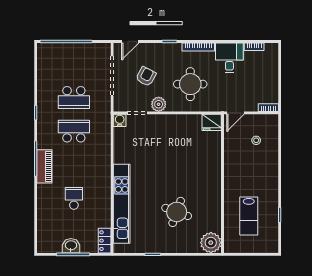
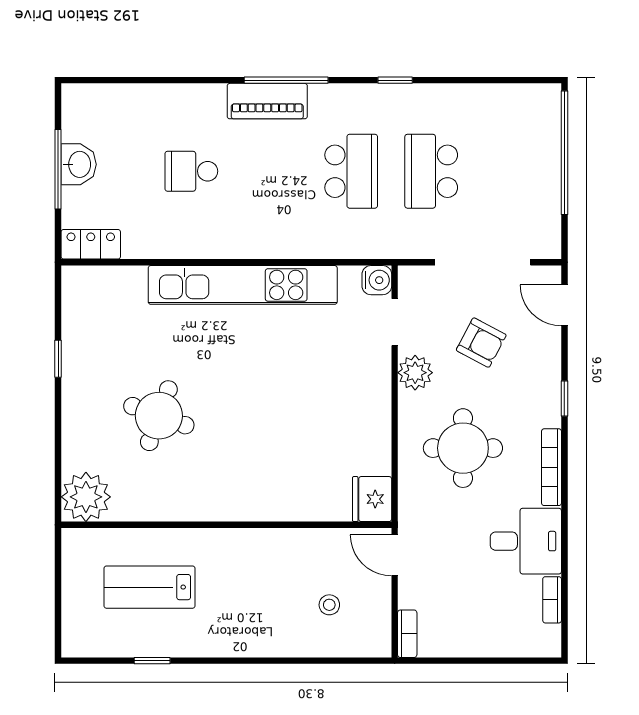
school desk: (74, 198) -> (191, 171), turned 180
kitchen unit: (122, 204) -> (243, 285), moved

